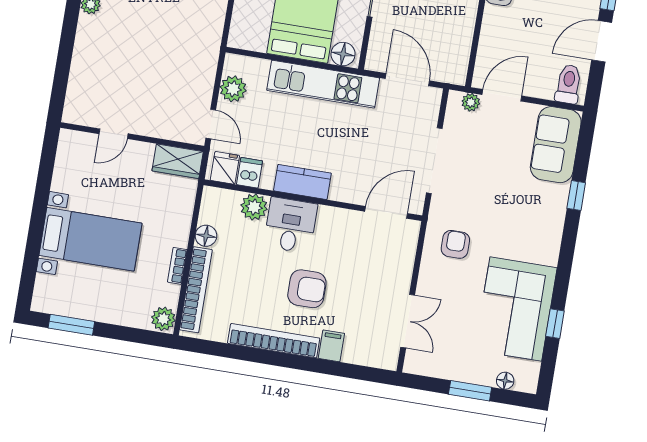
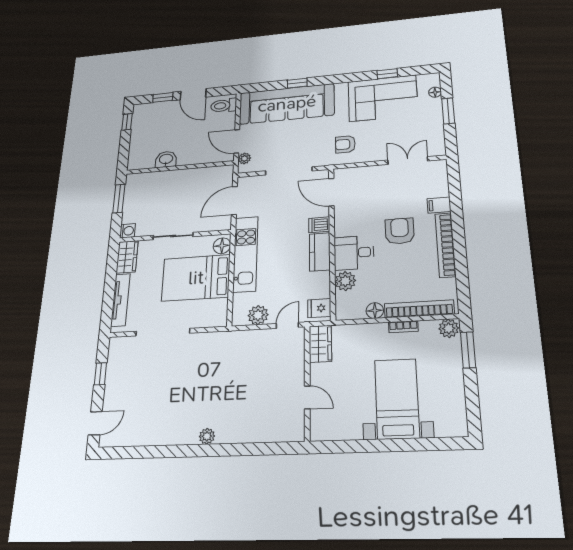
sofa: (556, 145) -> (287, 104), width x1.85, depth x1.27
dishwasher: (249, 173) -> (319, 225), moved
window: (71, 325) -> (468, 350), moved

